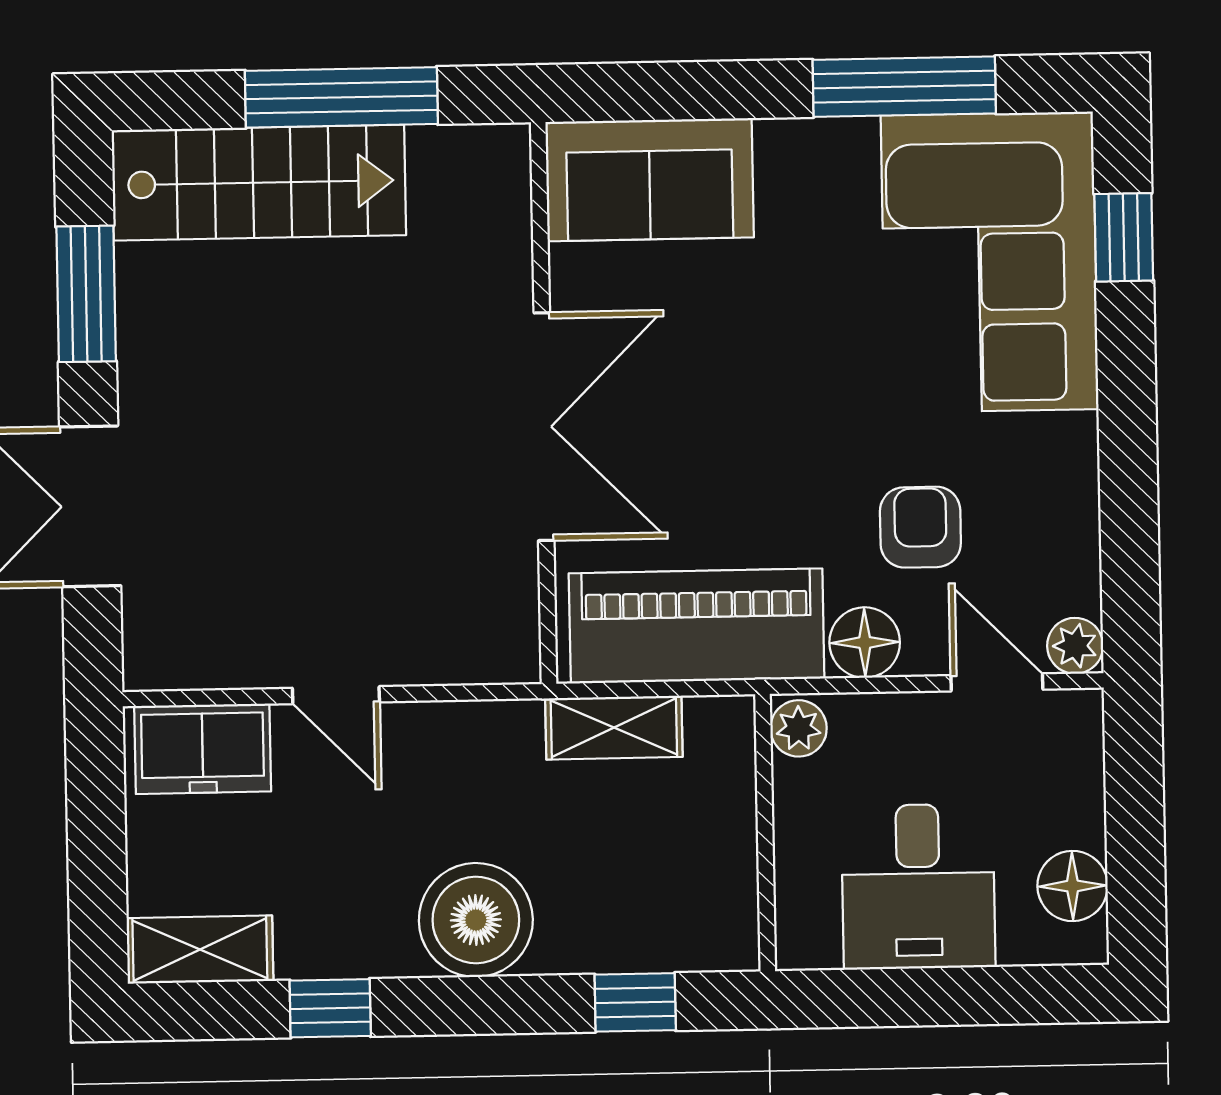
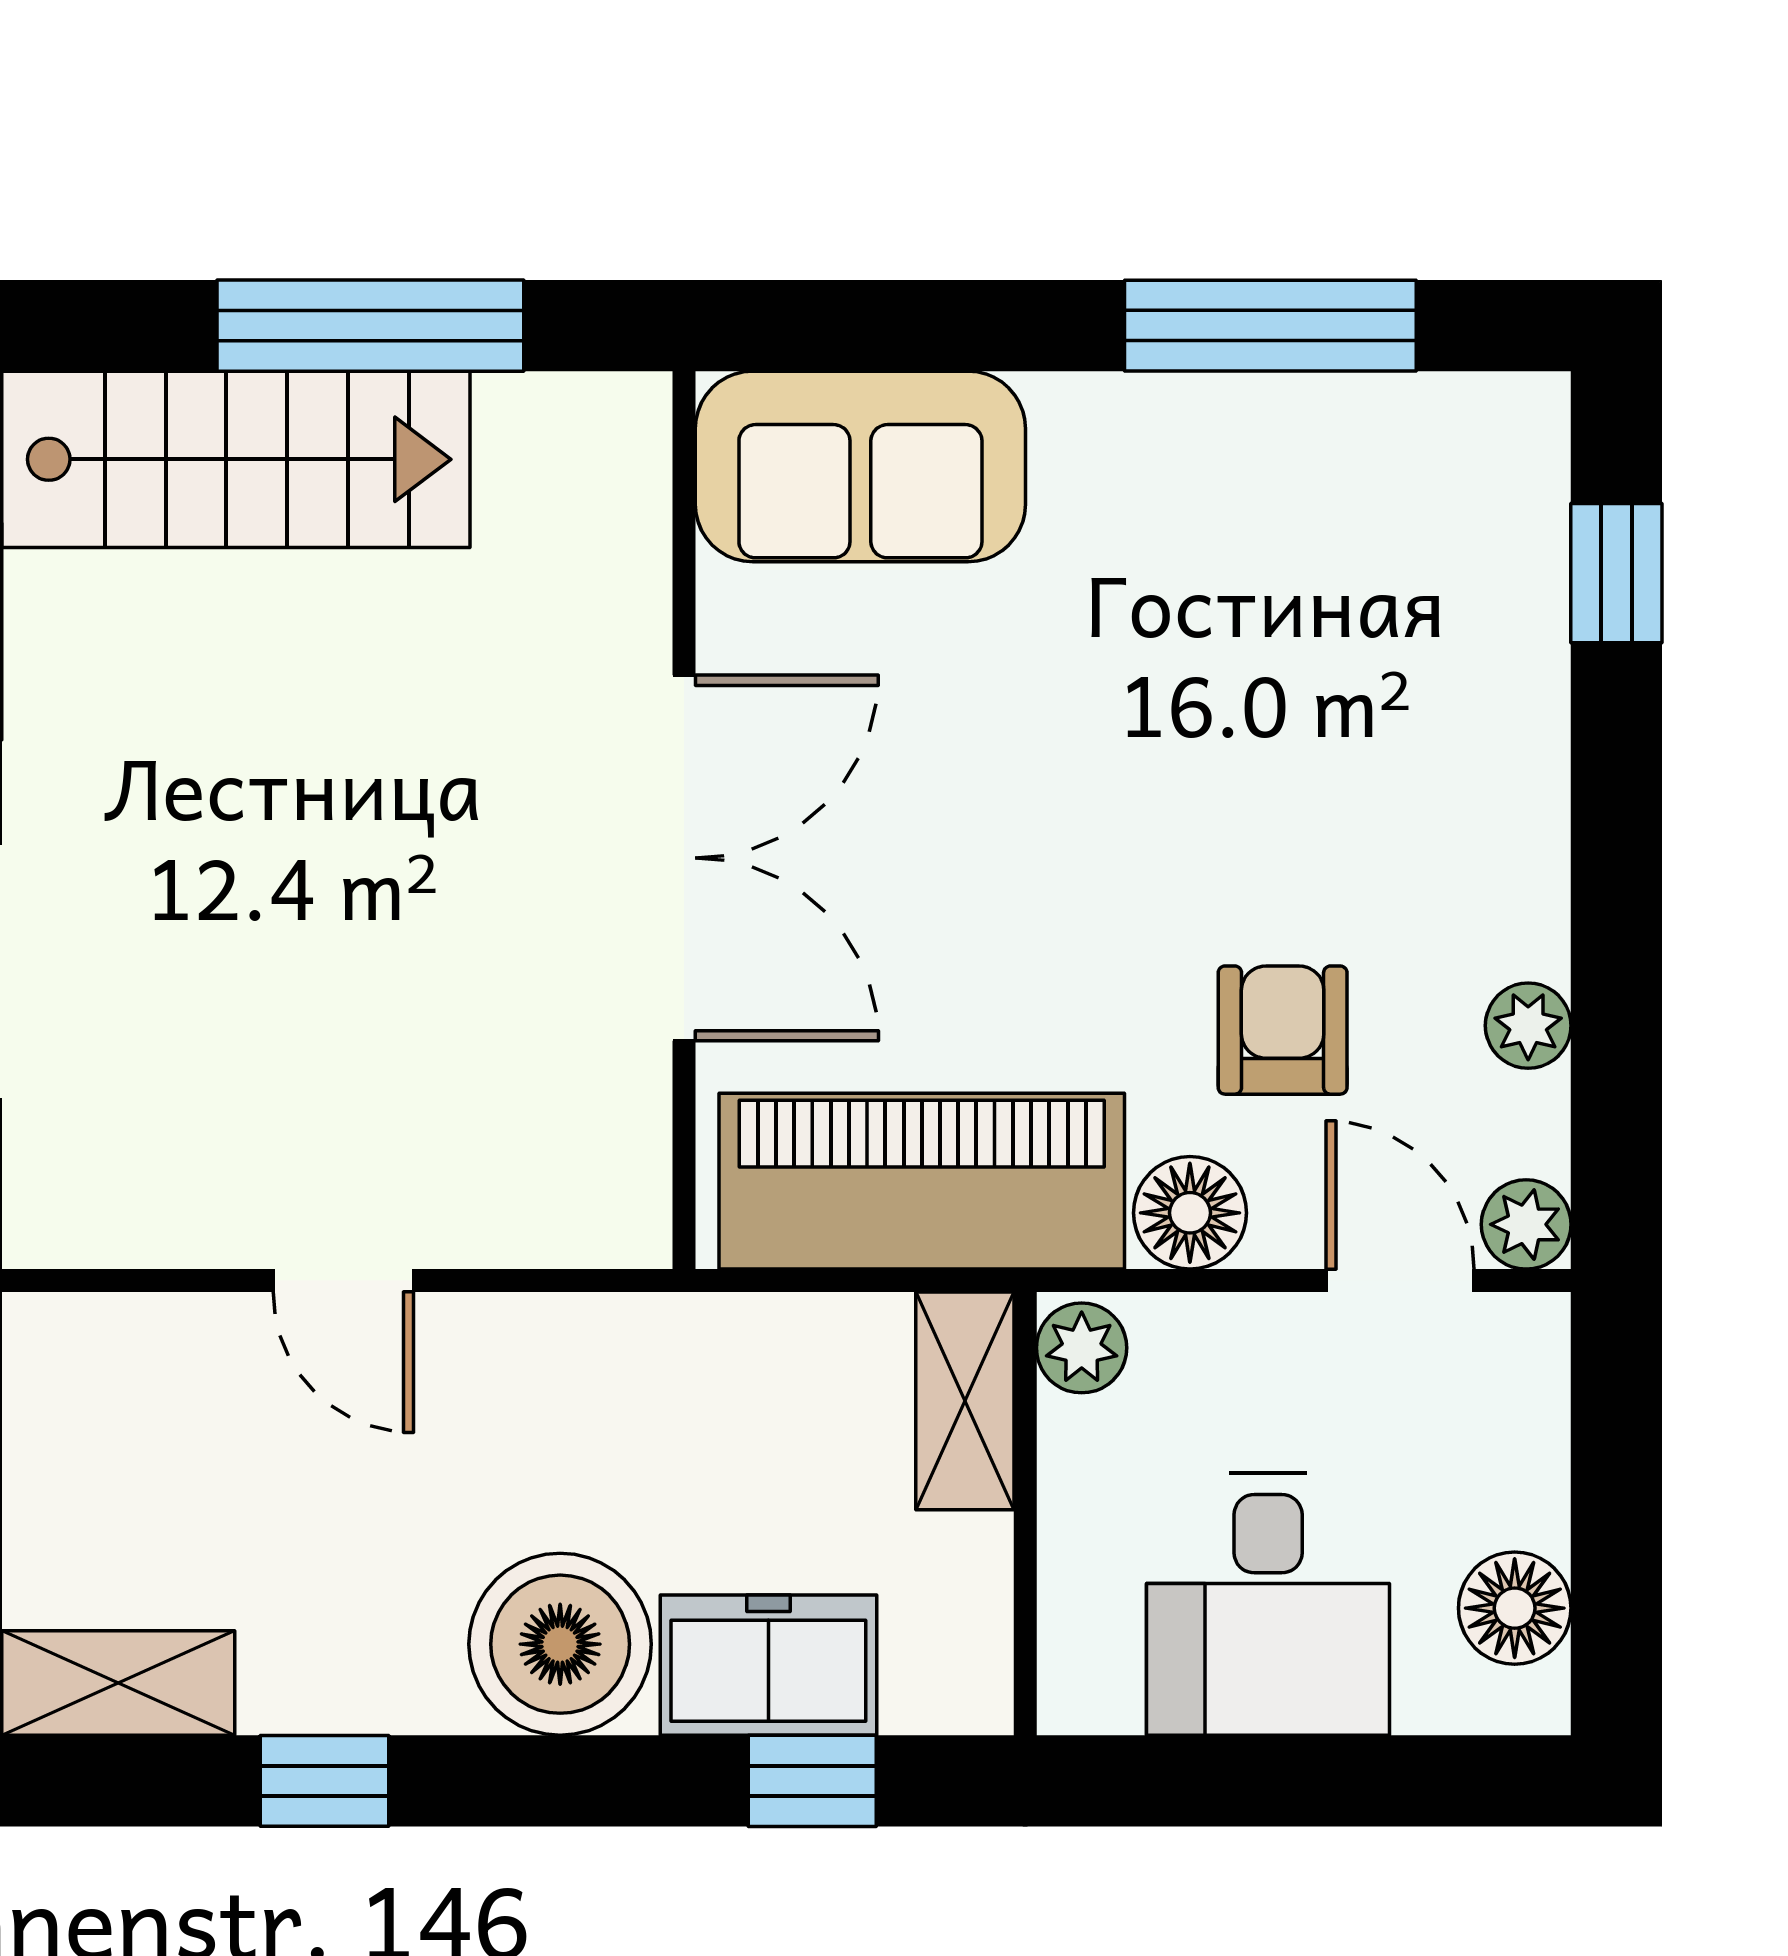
corner sofa: (990, 262) -> (1401, 609), removed
plant: (1074, 521) -> (1528, 1026), added
shelving: (614, 728) -> (965, 1401), moved, turned 90
freezer: (203, 749) -> (768, 1665), moved, turned 180

